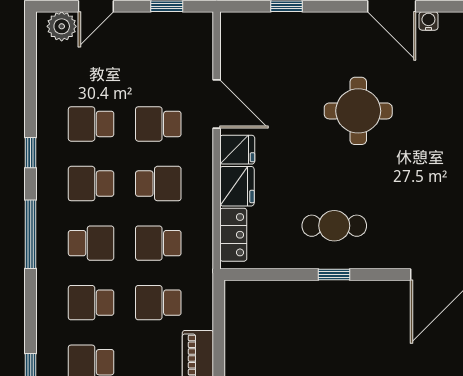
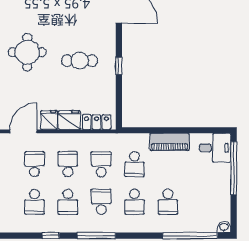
school desk: (158, 124) -> (35, 164), turned 180
cafe table: (334, 226) -> (80, 61), moved, turned 90
school desk: (158, 243) -> (101, 164), turned 180

